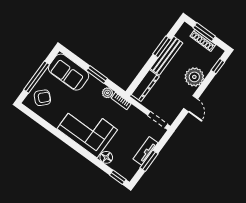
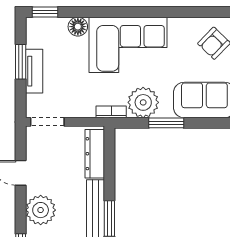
plant: (107, 93) -> (143, 102), width x1.87, depth x1.87

